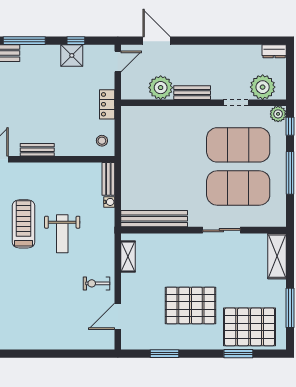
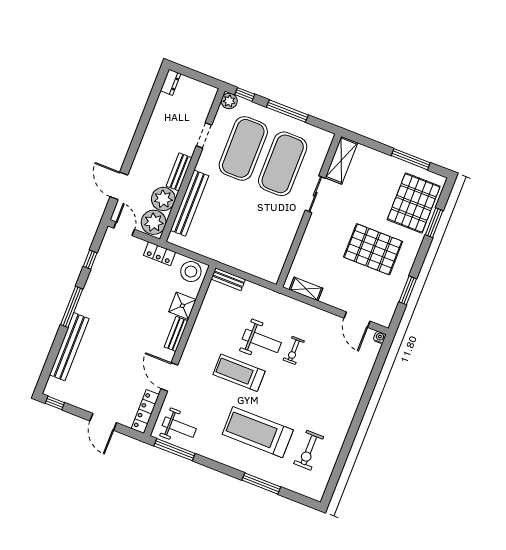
door: (157, 41) -> (119, 186), hinge flipped
shower: (72, 55) -> (182, 306), moved
plant: (263, 87) -> (154, 222), moved
stool: (102, 141) -> (191, 272), width x1.89, depth x1.89
water cooler: (109, 202) -> (380, 337), moved
bench: (154, 219) -> (190, 203), moved
shelving: (277, 256) -> (341, 160), moved, turned 90
exercise bike: (96, 283) -> (294, 350), moved
pallet: (191, 305) -> (373, 249), turned 90

